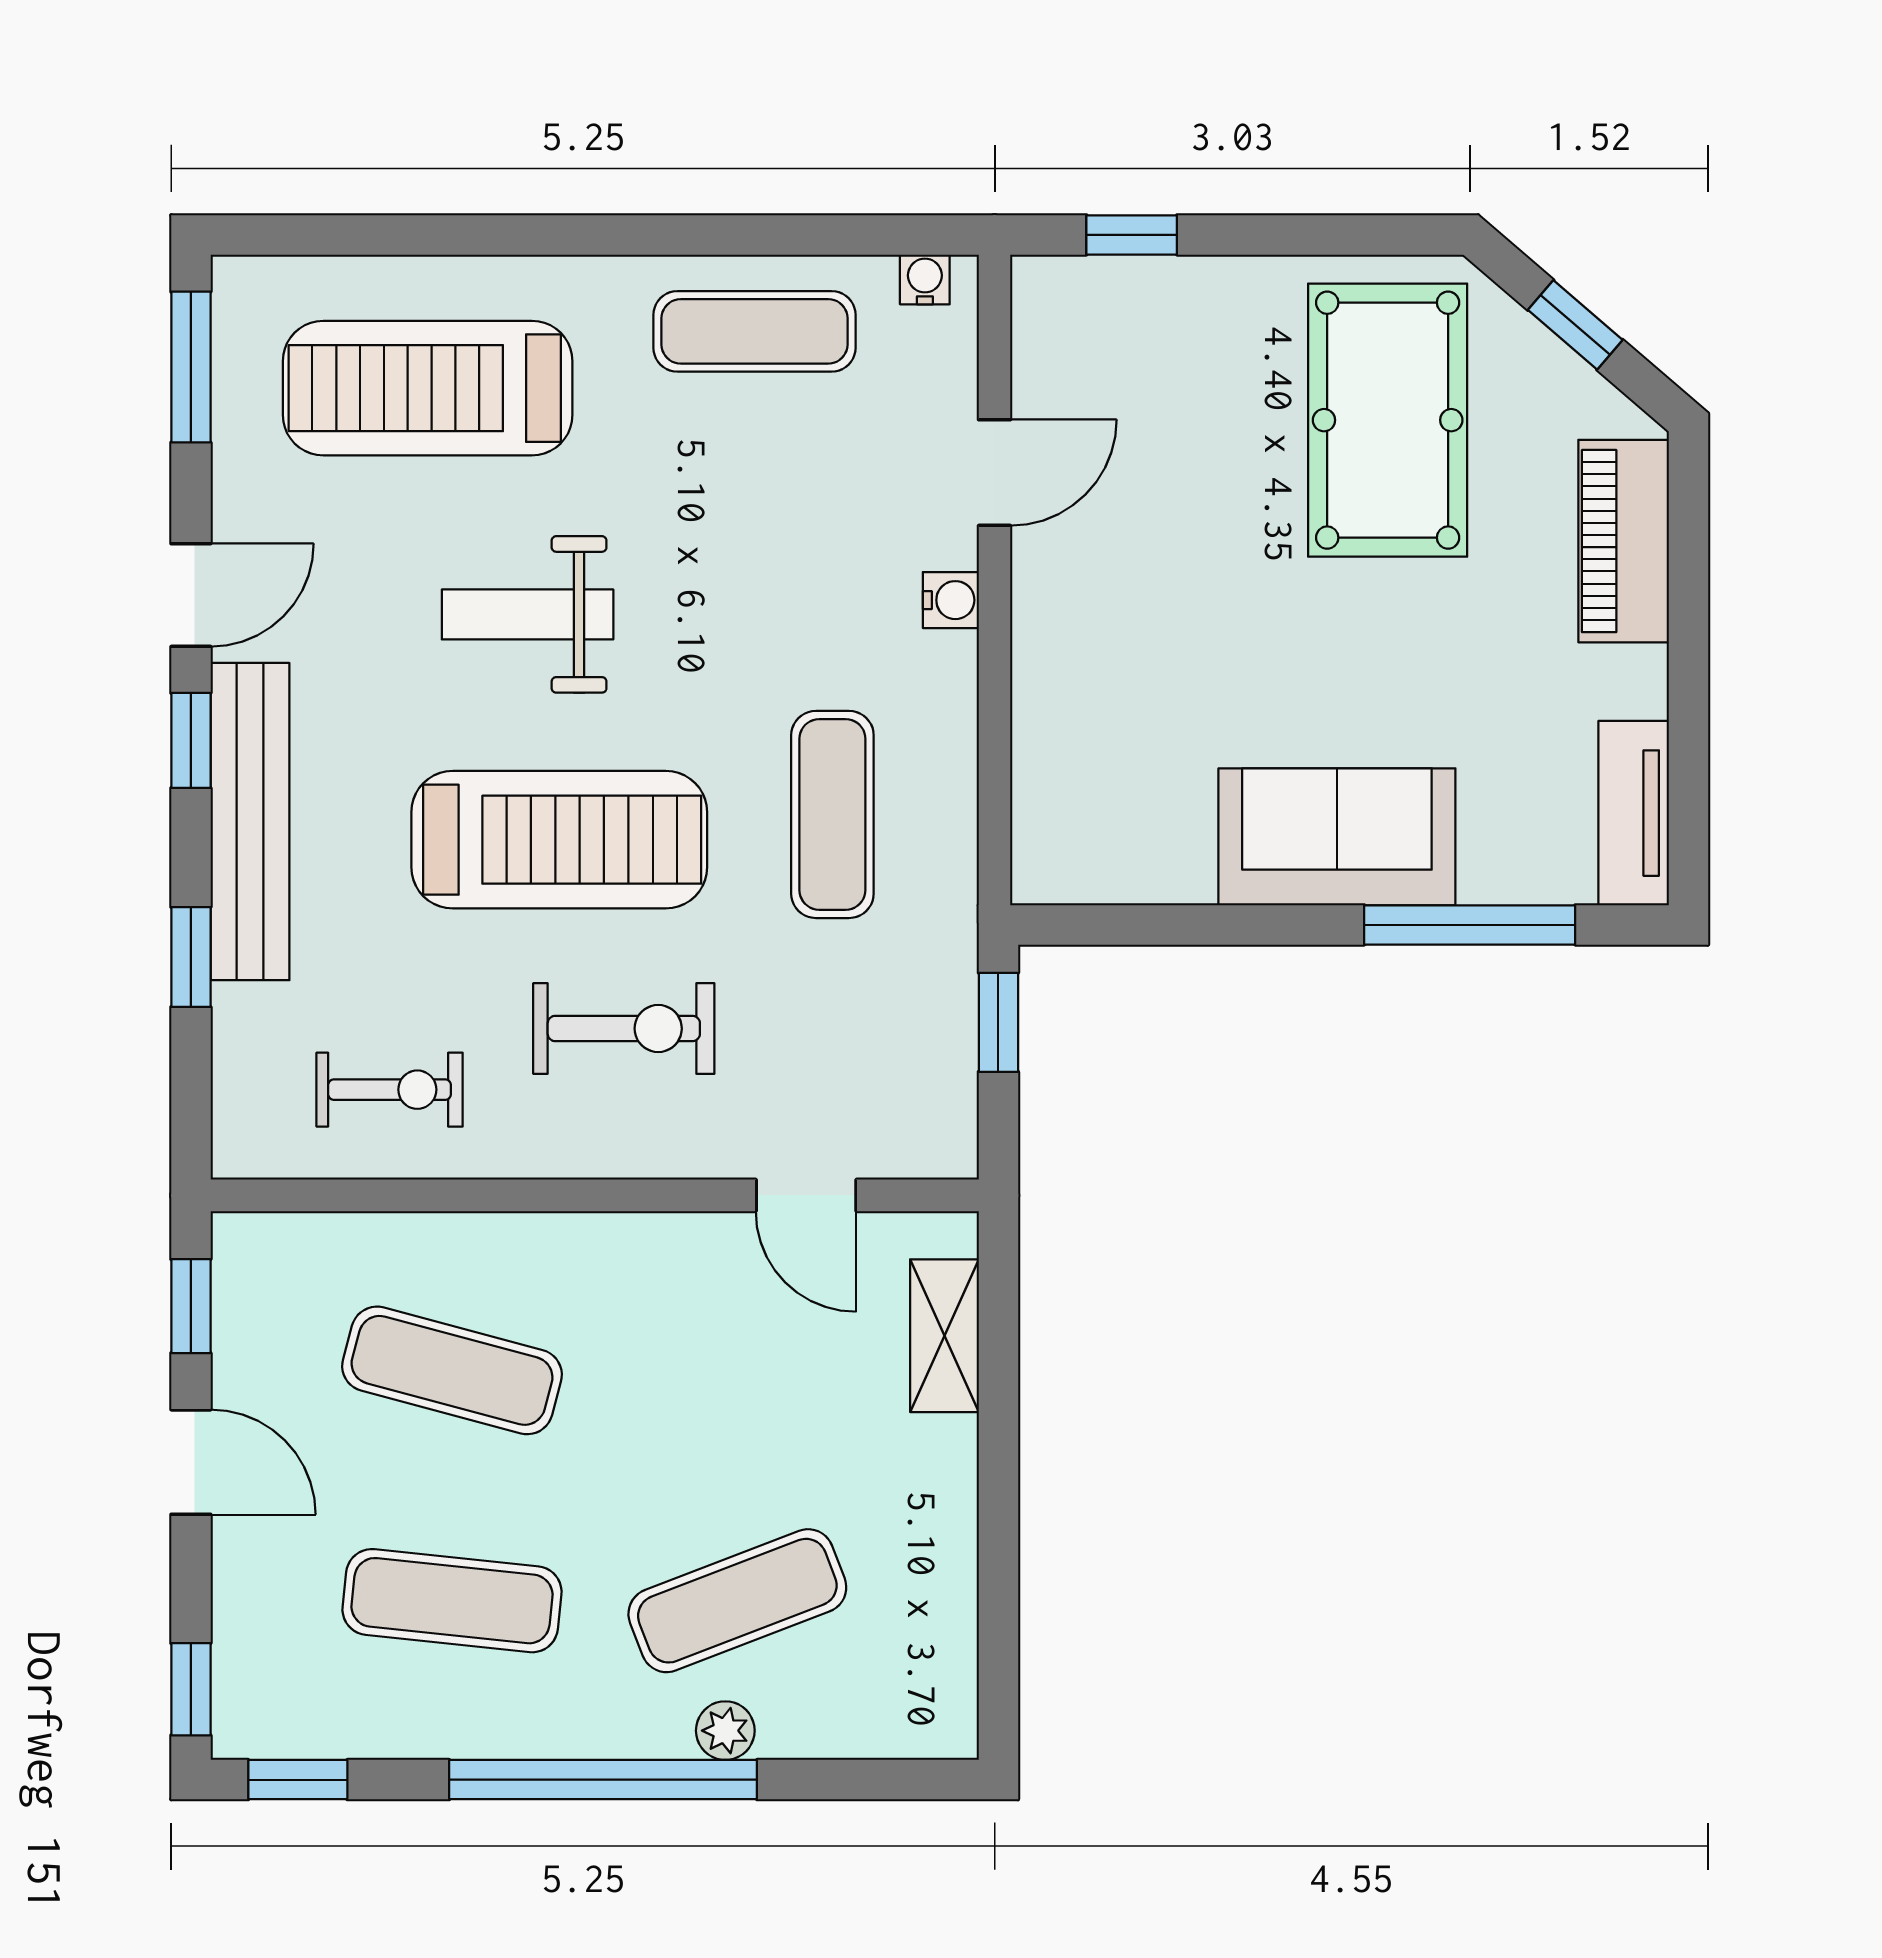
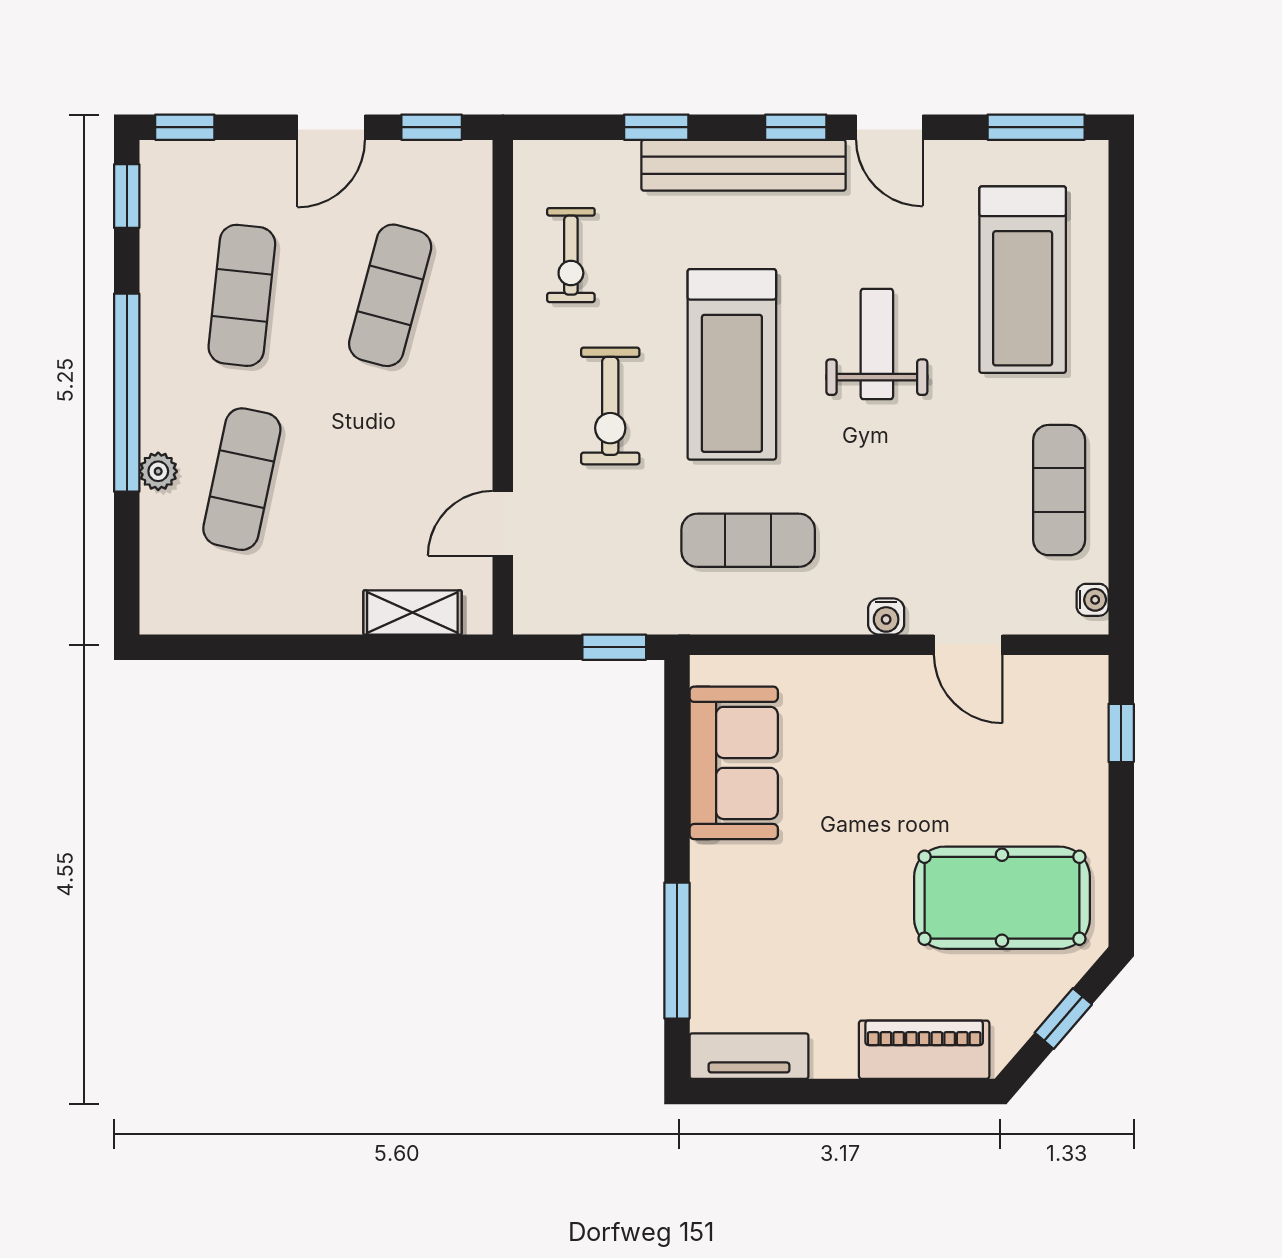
treadmill: (428, 388) -> (1023, 280), turned 180
sofa: (1337, 837) -> (734, 763), moved
exercise mat: (737, 1601) -> (242, 479), turned 33

